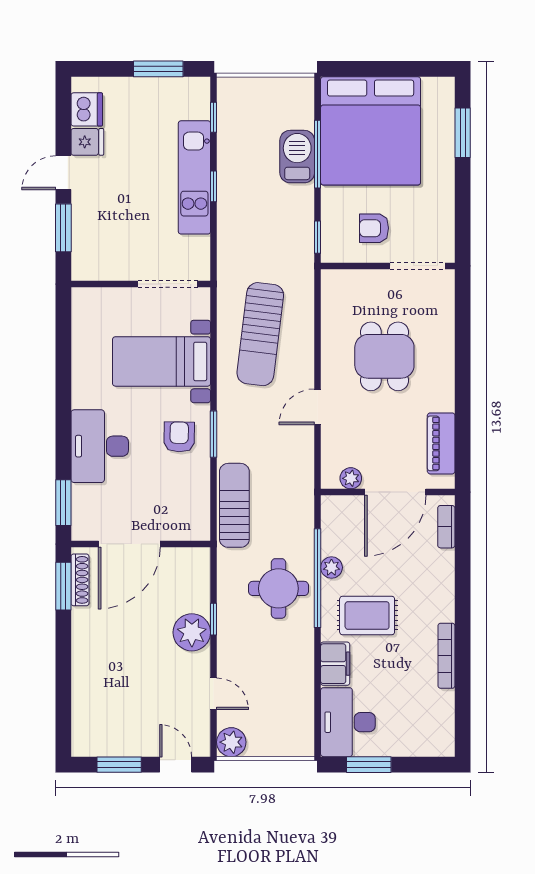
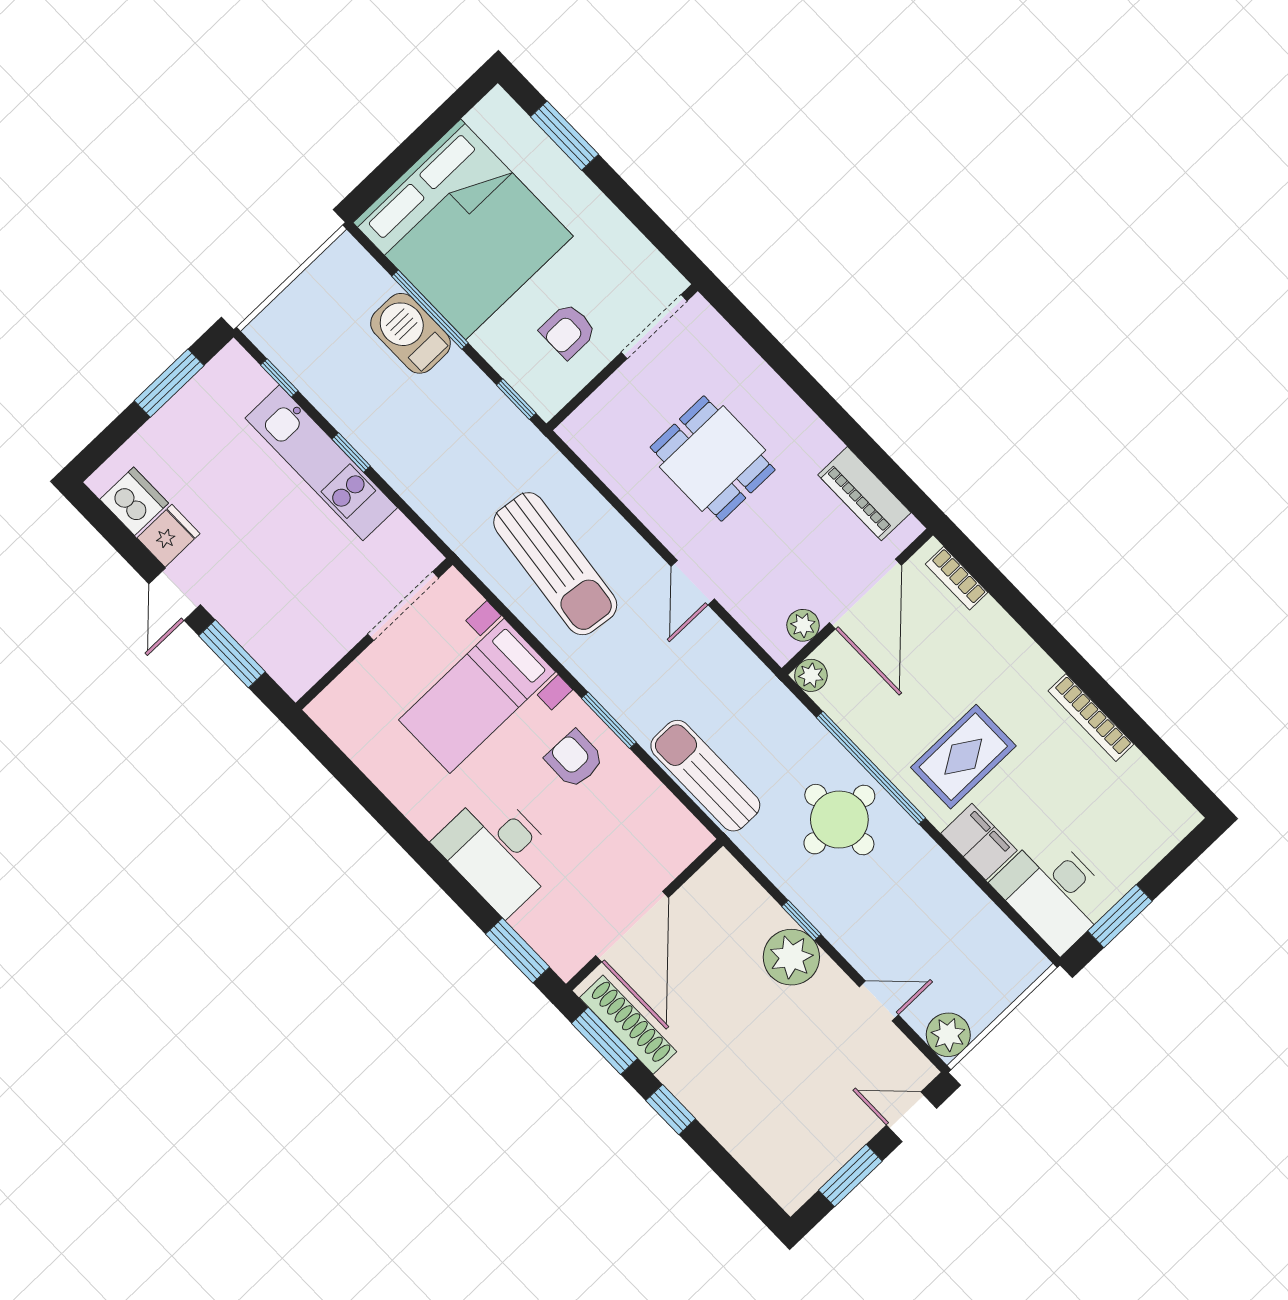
plant: (331, 567) -> (811, 675), moved
shoe rack: (80, 580) -> (628, 1025), width x1.36, depth x1.24
window: (63, 650) -> (671, 1110), added

